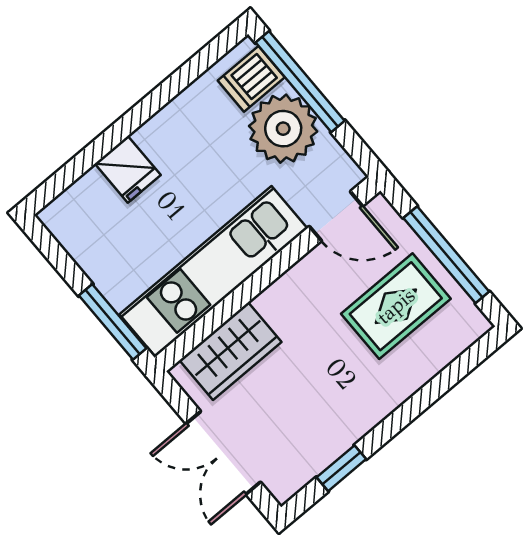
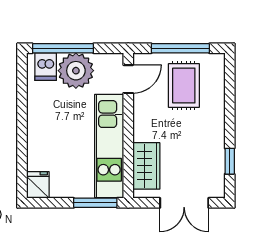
fridge: (128, 169) -> (38, 185), moved, turned -90

